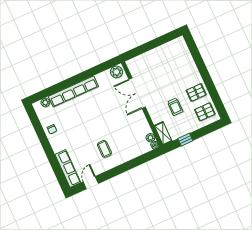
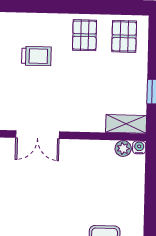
double door: (137, 93) -> (38, 135), width x0.73
trolley: (175, 107) -> (36, 56), moved

